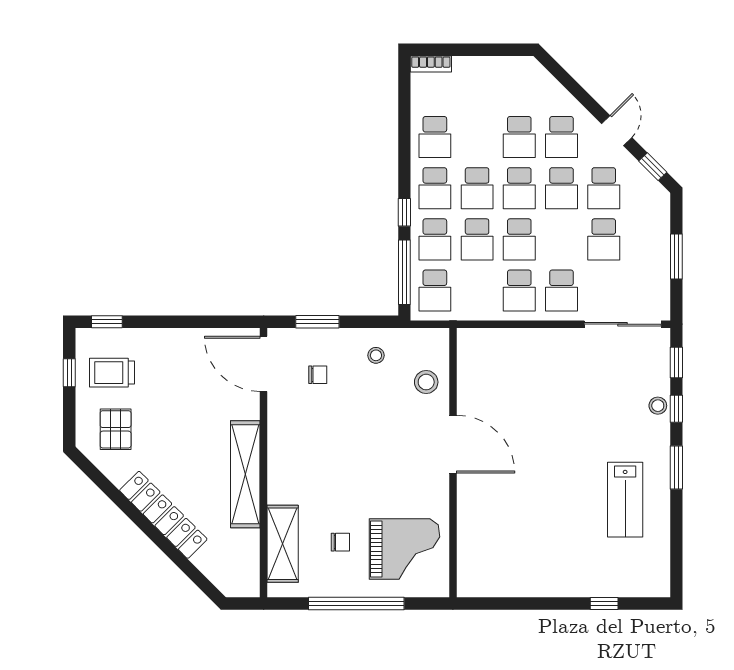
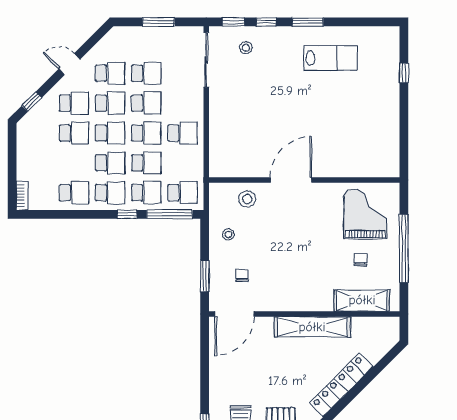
window: (653, 167) -> (32, 102), moved
school desk: (562, 291) -> (146, 103), moved
stool: (658, 406) -> (246, 48), moved

